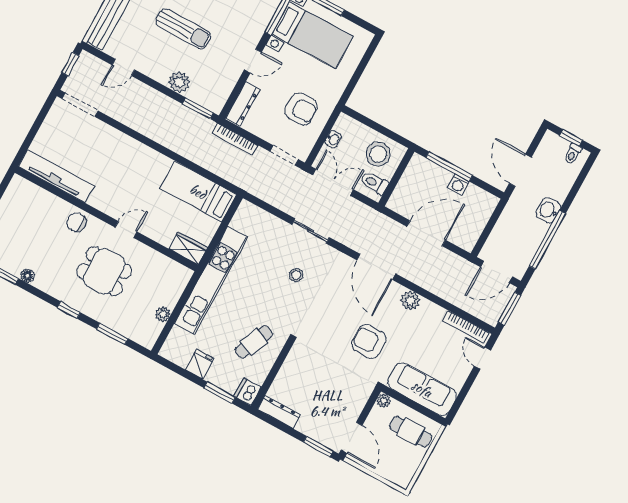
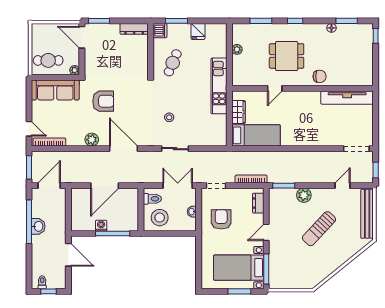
sun lounger: (183, 29) -> (319, 229), turned -47
dresser: (243, 104) -> (258, 203), width x0.70
armchair: (301, 109) -> (221, 219), turned 90
double door: (333, 182) -> (178, 186), swing flipped
washbasin: (548, 210) -> (38, 226), moved
door: (126, 229) -> (275, 88), moved
wardrobe: (188, 248) -> (239, 112), moved, turned -90
kitchen unit: (211, 280) -> (219, 86), width x0.73

